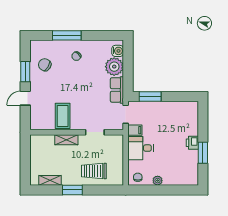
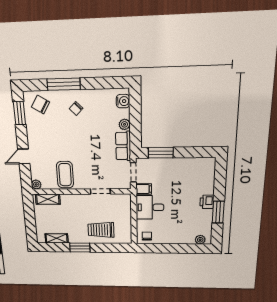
chair: (45, 65) -> (40, 105), moved
plant: (114, 67) -> (124, 124), width x0.53, depth x0.53
window: (25, 72) -> (19, 113), moved
plant: (35, 125) -> (36, 184), added
shelving: (66, 140) -> (48, 199), moved
plant: (158, 181) -> (200, 240), moved

